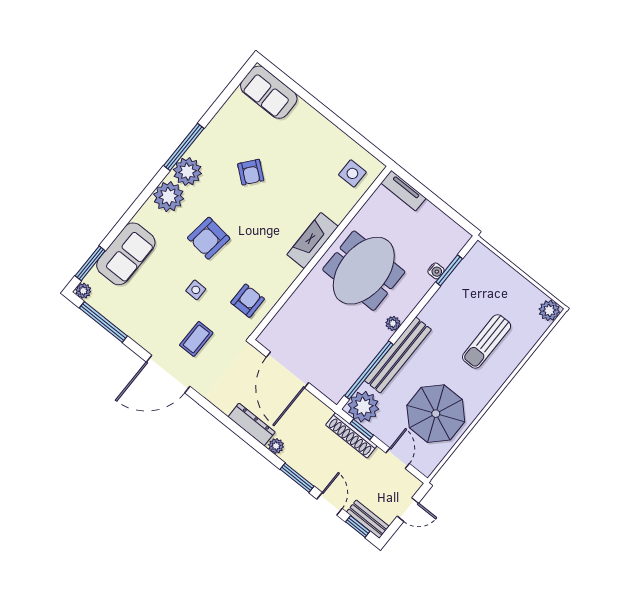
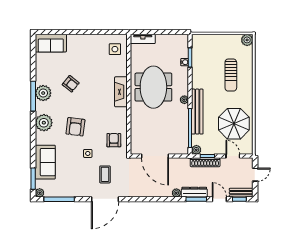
plant: (187, 172) -> (43, 93), moved
plant: (363, 407) -> (196, 150), width x0.53, depth x0.53
dresser: (252, 424) -> (194, 192), moved

